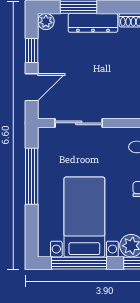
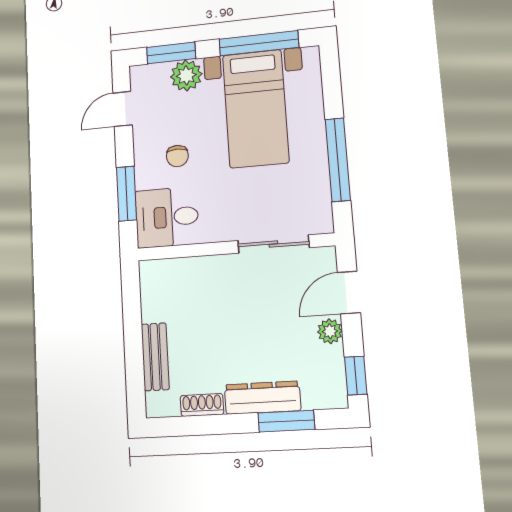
plant: (46, 21) -> (330, 331), moved
window: (32, 50) -> (356, 376), moved

